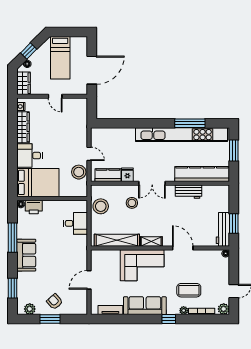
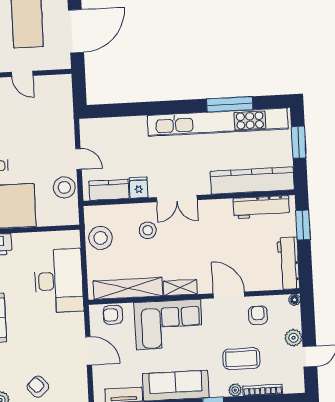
workbench: (189, 192) -> (261, 207), moved, width x1.38
desk: (75, 223) -> (59, 281), width x1.87, depth x1.30
window: (234, 224) -> (303, 225), moved
armchair: (106, 257) -> (113, 315), added
armchair: (201, 262) -> (258, 315), added
door: (89, 280) -> (89, 351), swing flipped
plant: (224, 309) -> (294, 338), moved

